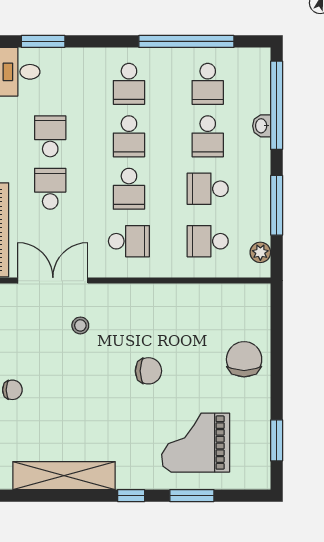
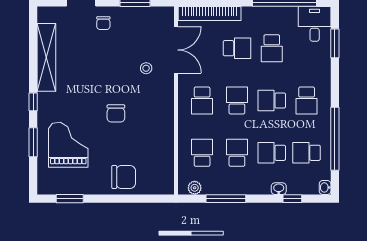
washbasin: (260, 56) -> (325, 187), added
school desk: (129, 84) -> (307, 101), turned -90
window: (277, 105) -> (292, 199), width x0.32
school desk: (50, 136) -> (272, 48), turned 90
school desk: (129, 189) -> (237, 101), turned 90

